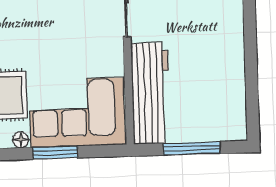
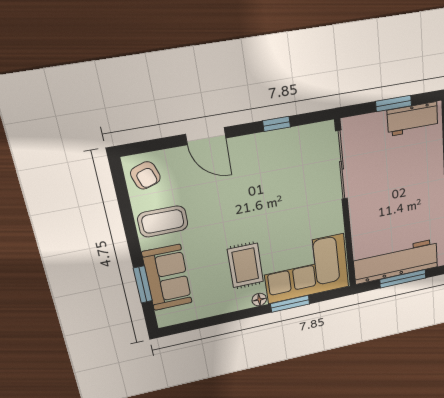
workbench: (151, 93) -> (396, 262), moved, turned -90

